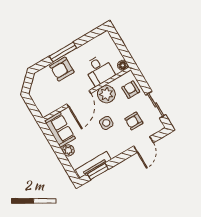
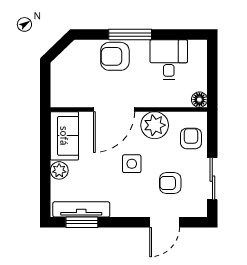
desk: (99, 70) -> (169, 60), moved, turned 180

